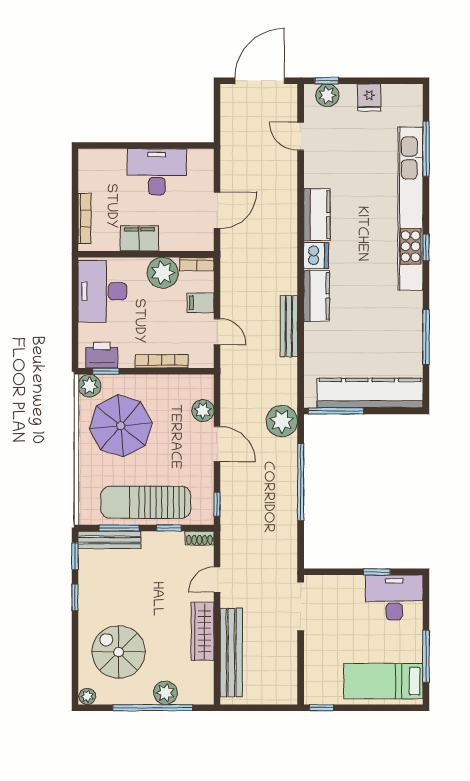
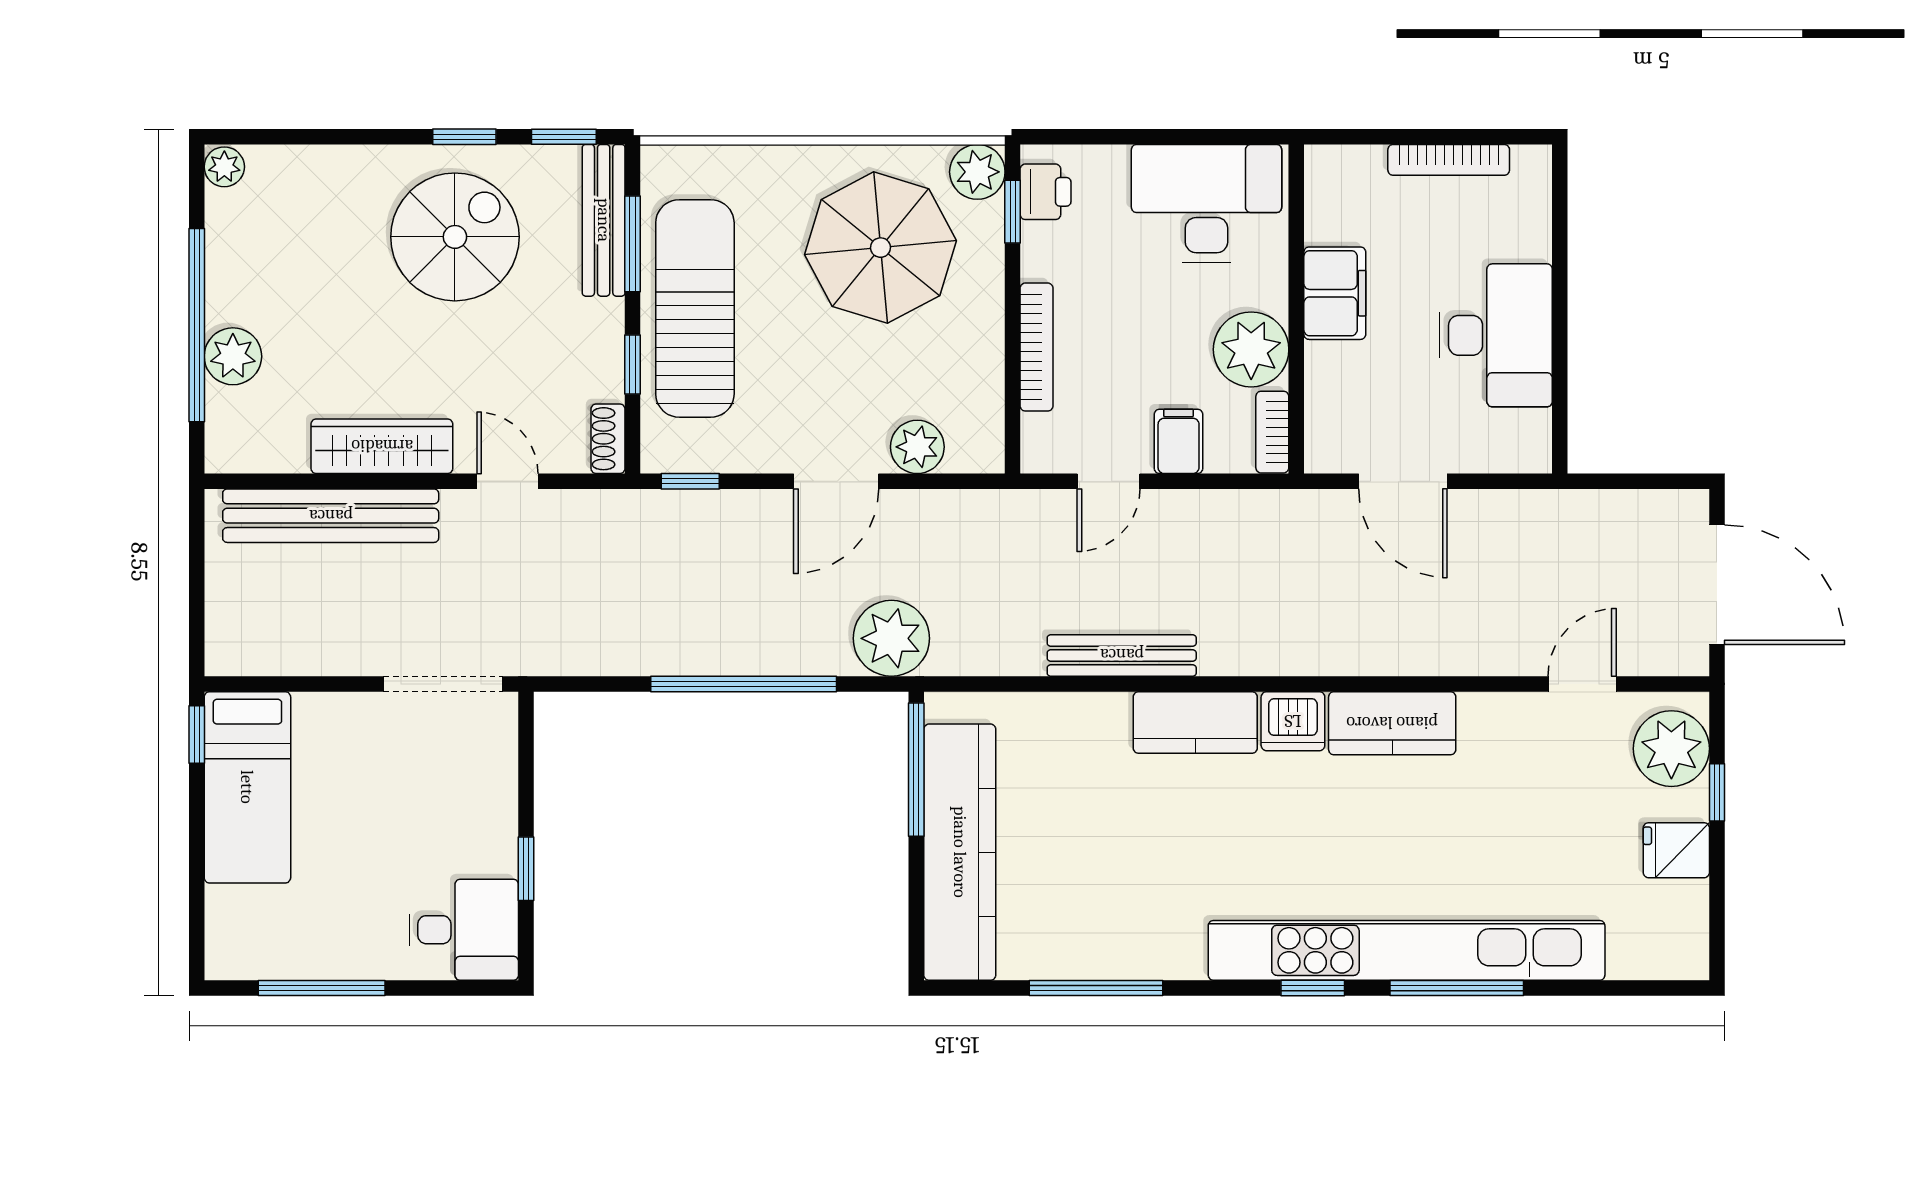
window: (327, 81) -> (1717, 792), moved
plant: (327, 95) -> (1671, 749), width x1.36, depth x1.36
window: (426, 149) -> (1457, 988), moved
bookcase: (84, 218) -> (1449, 160), moved
printer: (102, 355) -> (1045, 192), width x0.73, depth x0.81
desk: (394, 598) -> (464, 930), width x0.73
spiral stairs: (118, 652) -> (455, 237), moved
bed: (383, 681) -> (247, 787), moved, turned 180

